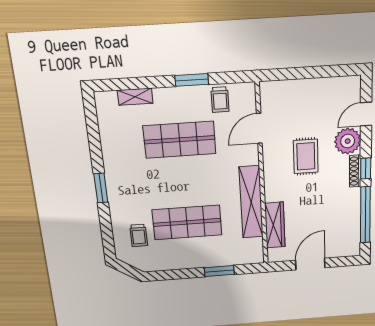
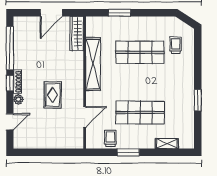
plant: (348, 141) -> (18, 99), width x0.53, depth x0.53
window: (101, 188) -> (198, 100), moved
wardrobe: (275, 225) -> (77, 34), moved

